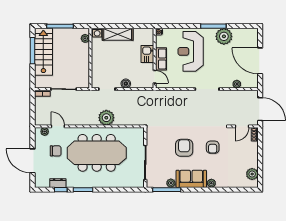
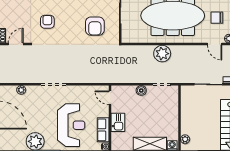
row of seats: (161, 59) -> (103, 130), moved
armchair: (184, 148) -> (95, 26), moved

